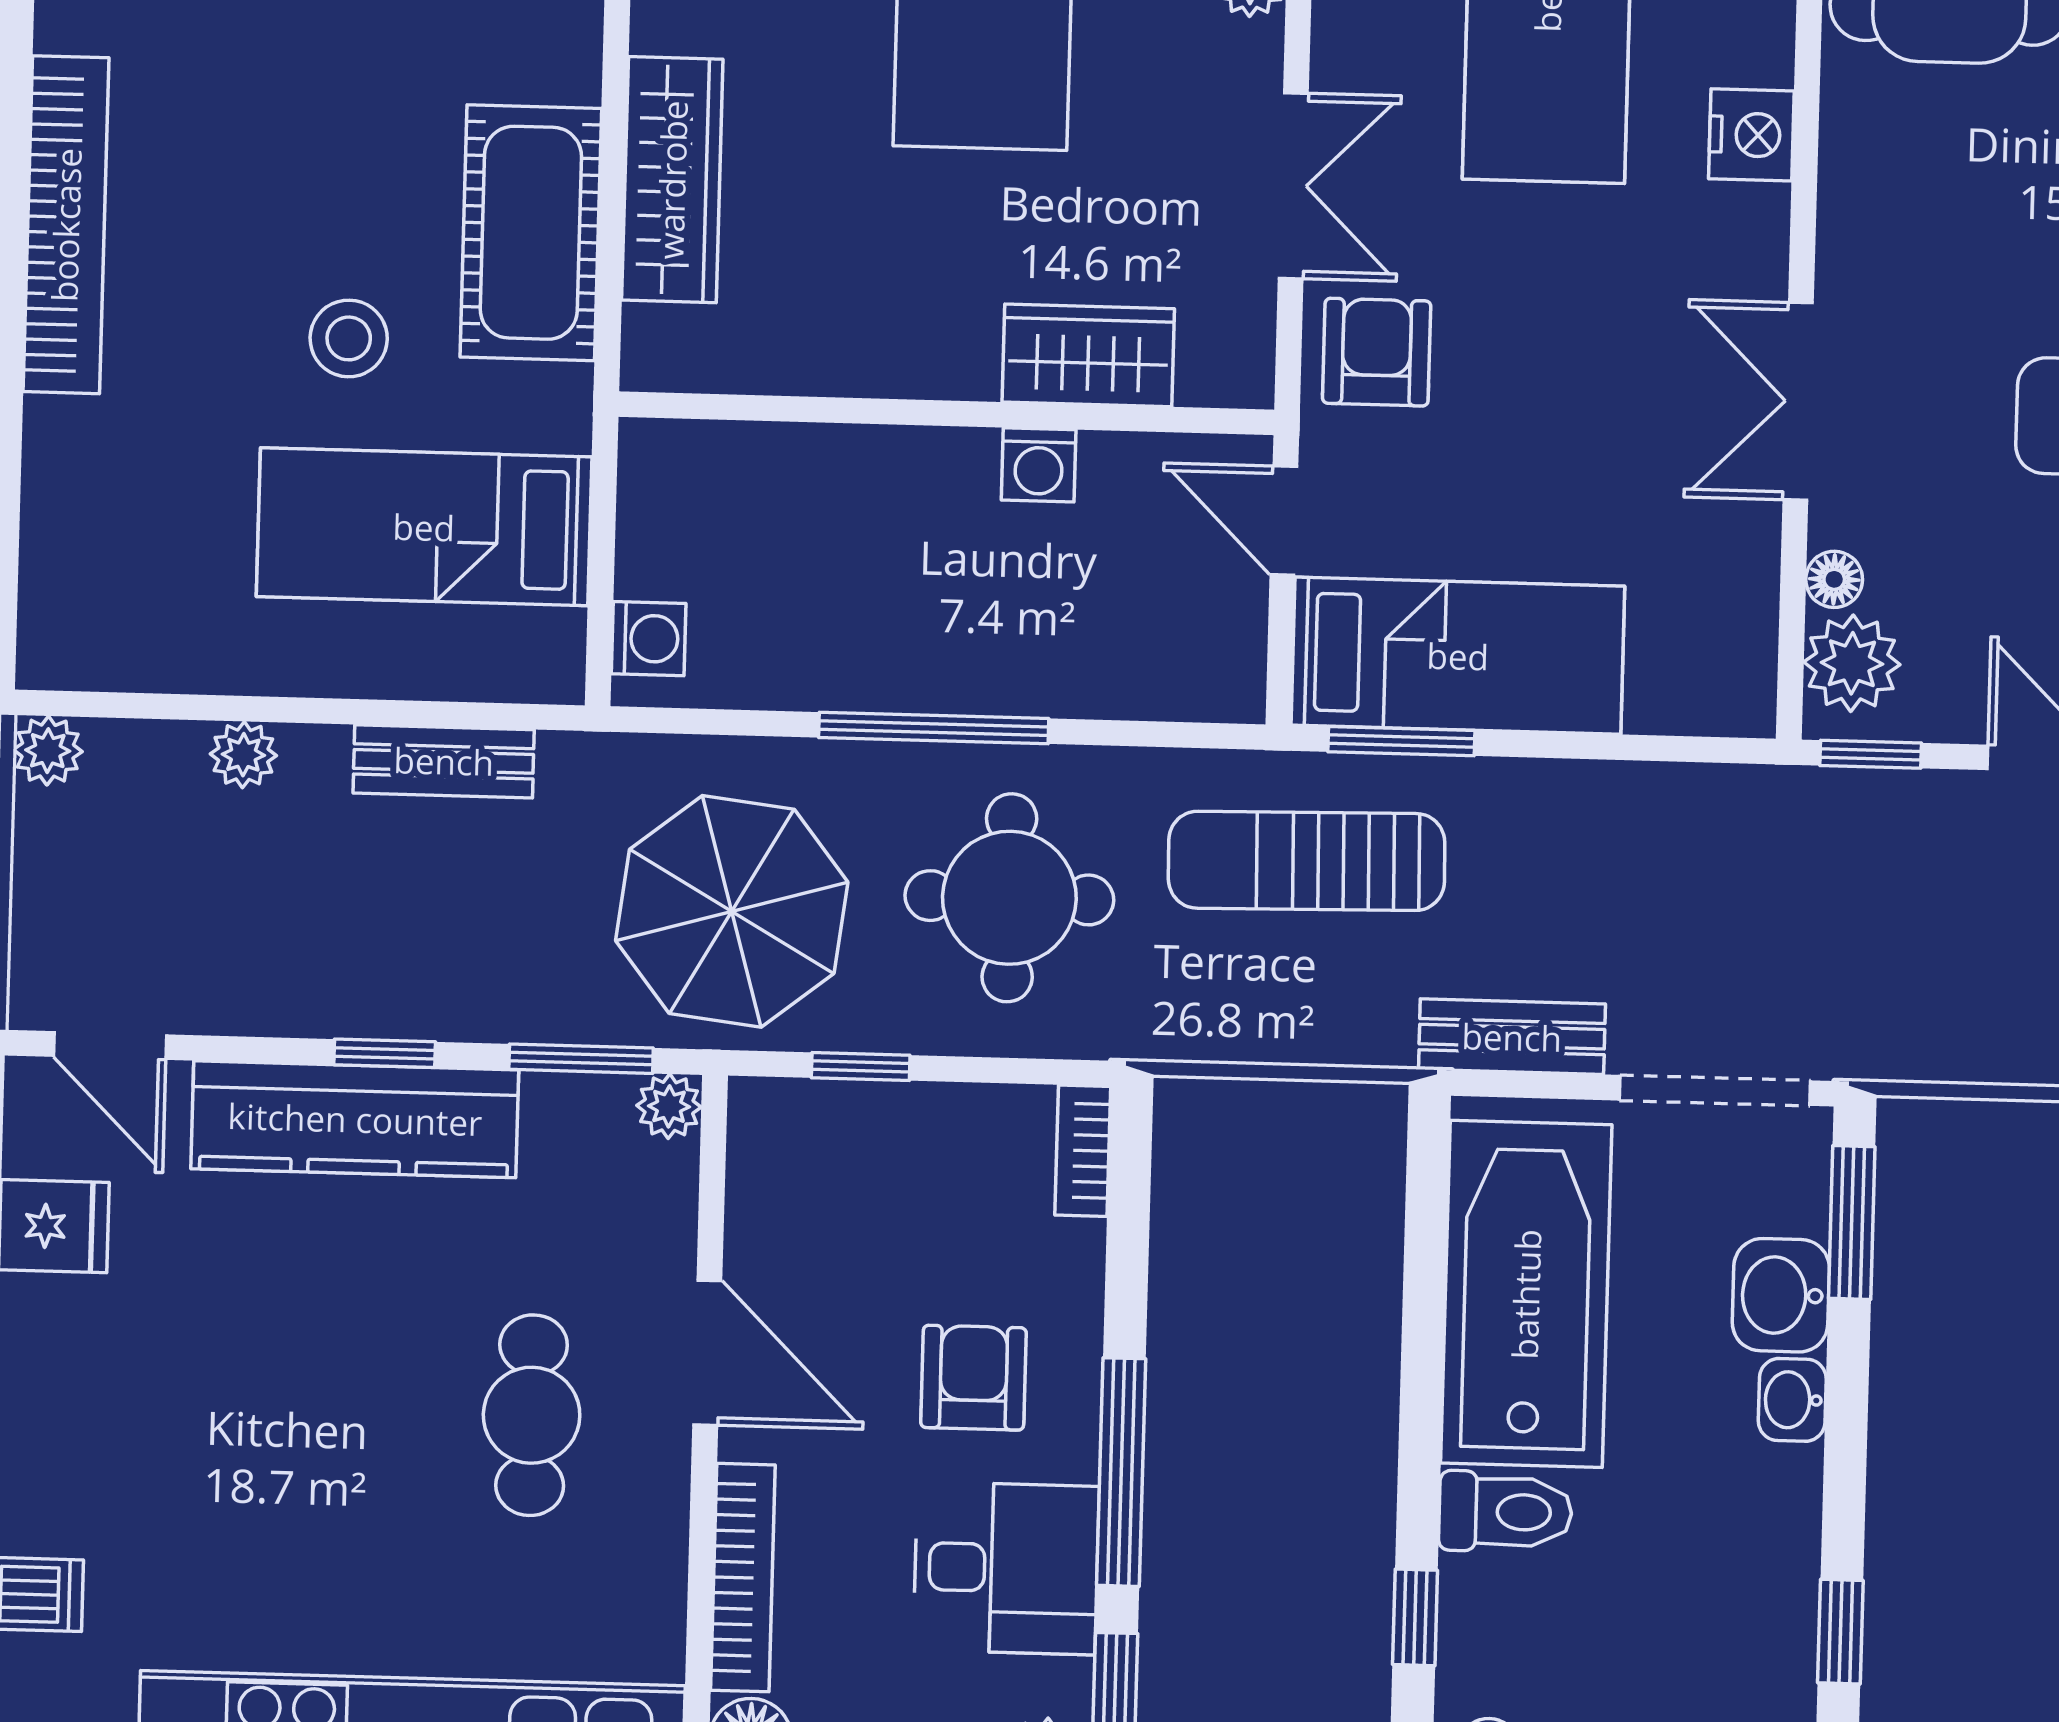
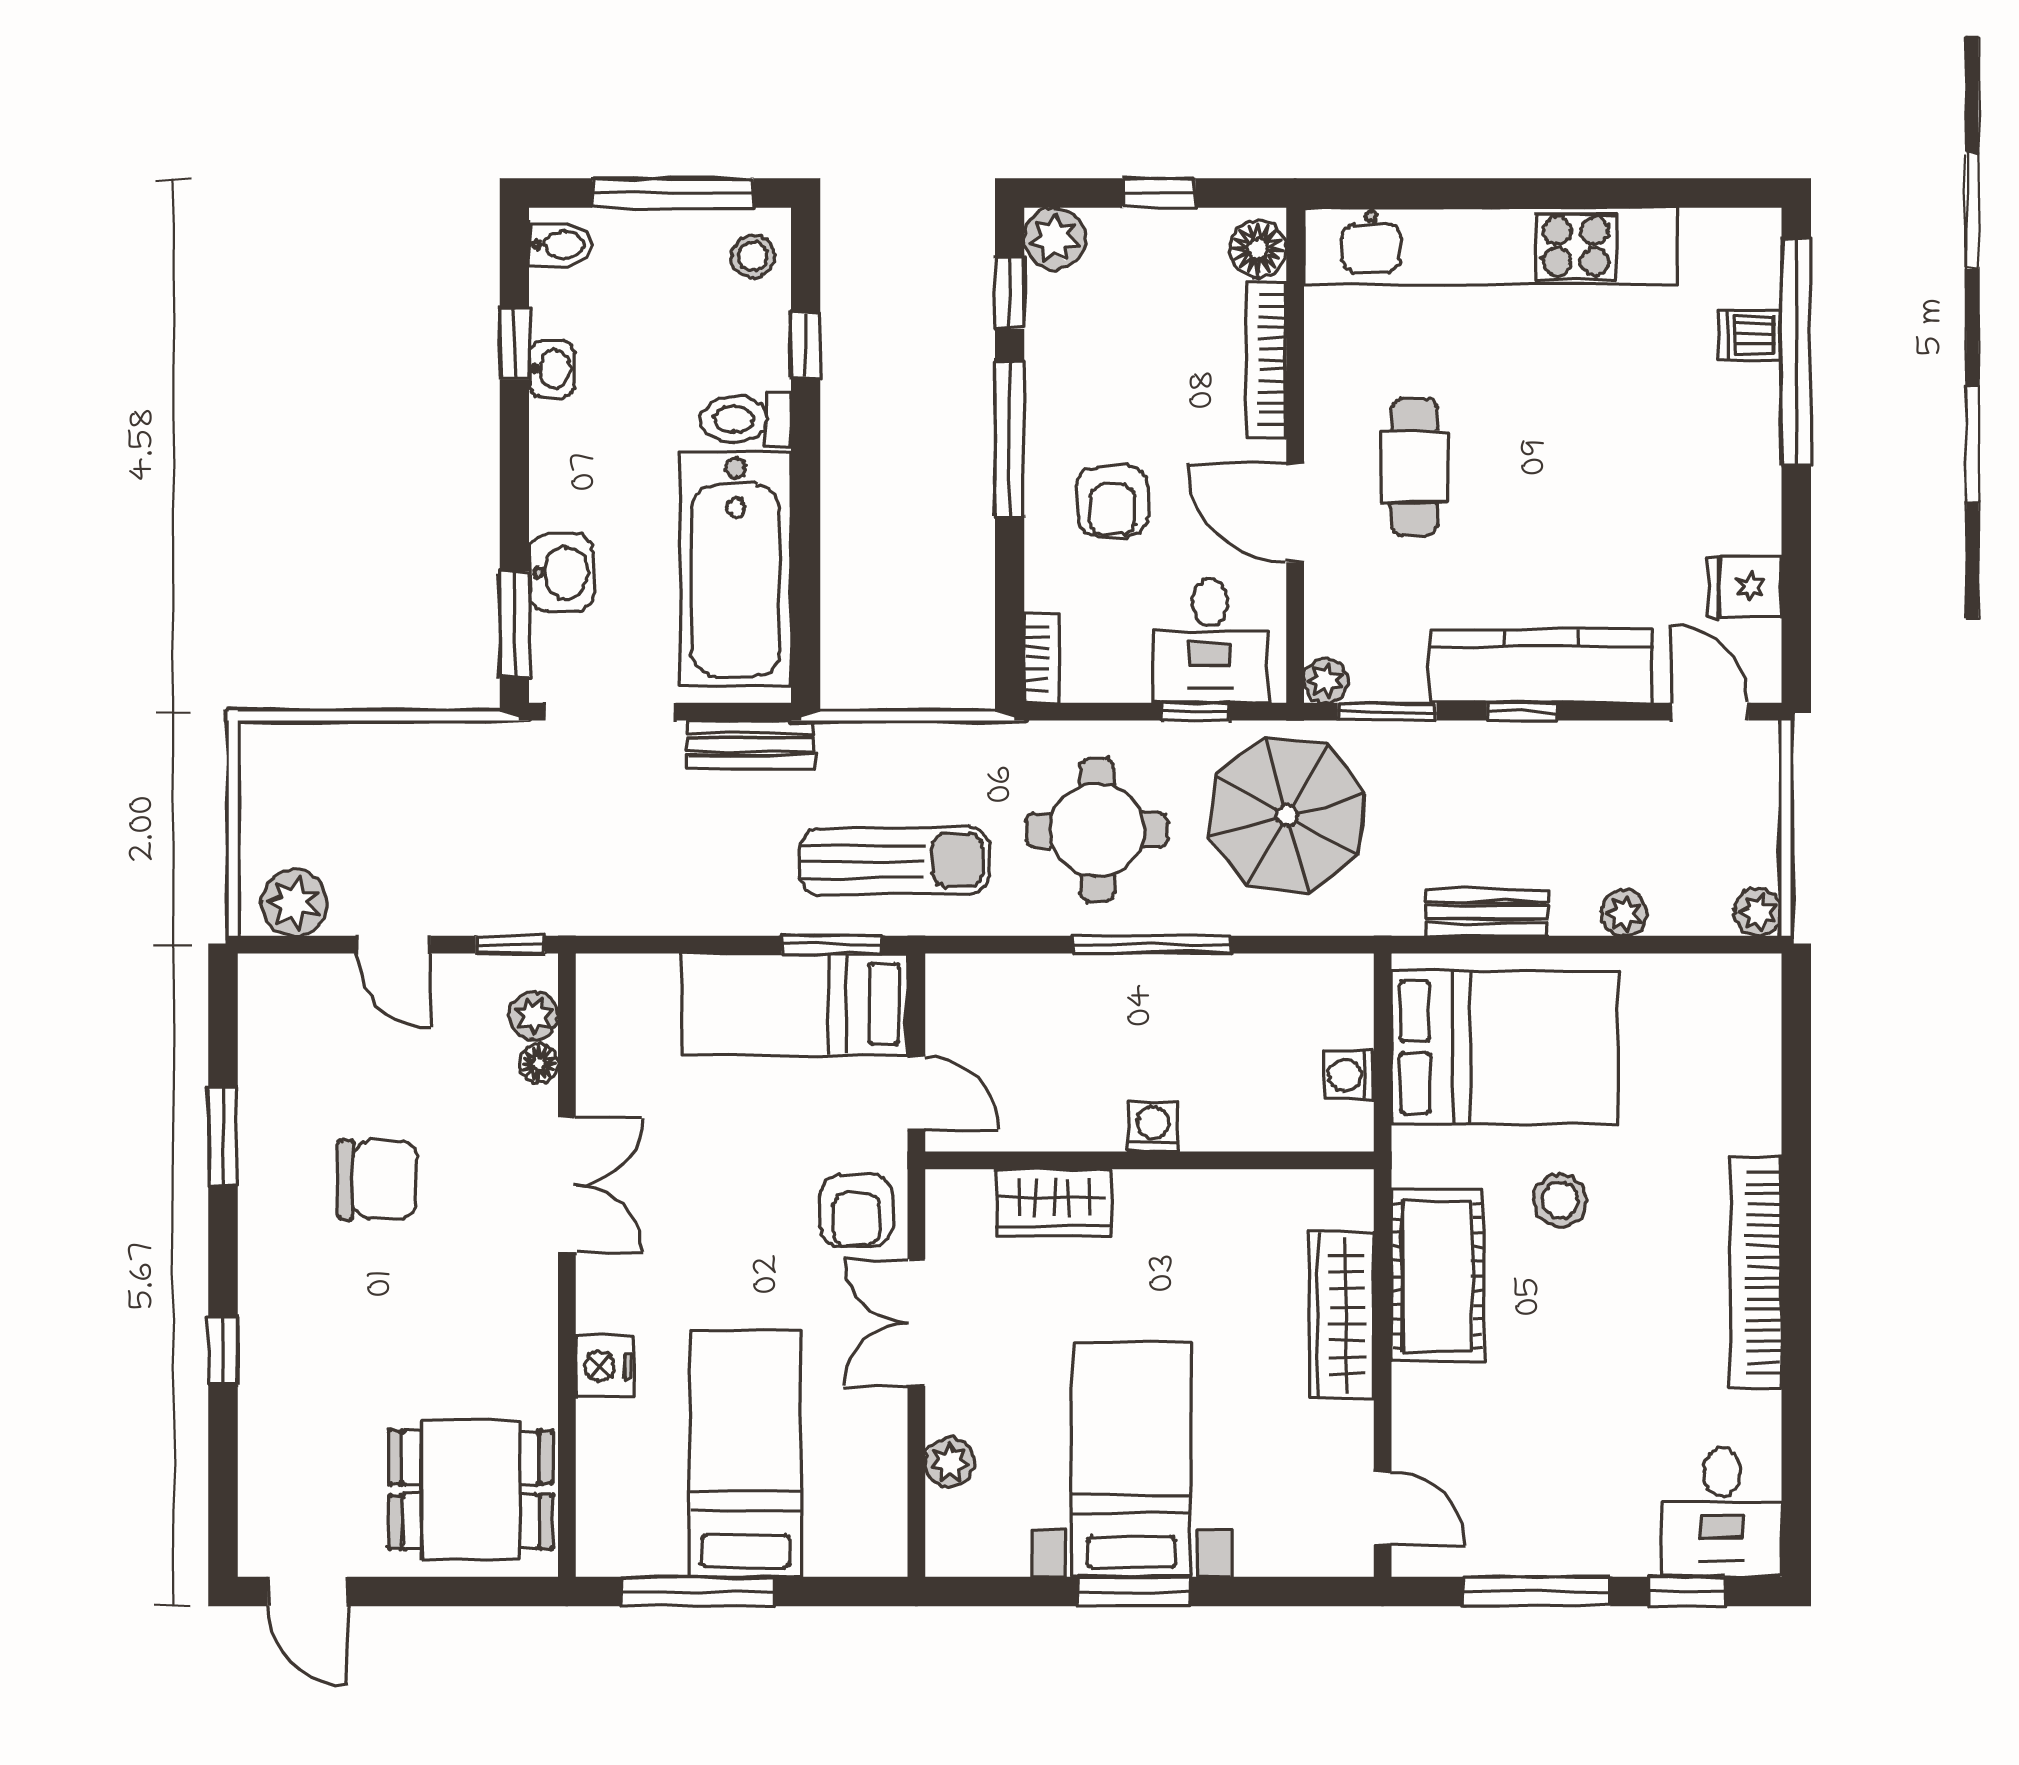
washing machine: (1039, 465) -> (1153, 1127), moved
bed: (424, 527) -> (1505, 1047), width x1.50
washing machine: (649, 639) -> (1349, 1075), moved
plant: (1852, 663) -> (534, 1016), width x0.73, depth x0.73
washbasin: (1792, 1400) -> (552, 369), moved
desk: (1006, 1568) -> (1210, 641), moved, turned -90

